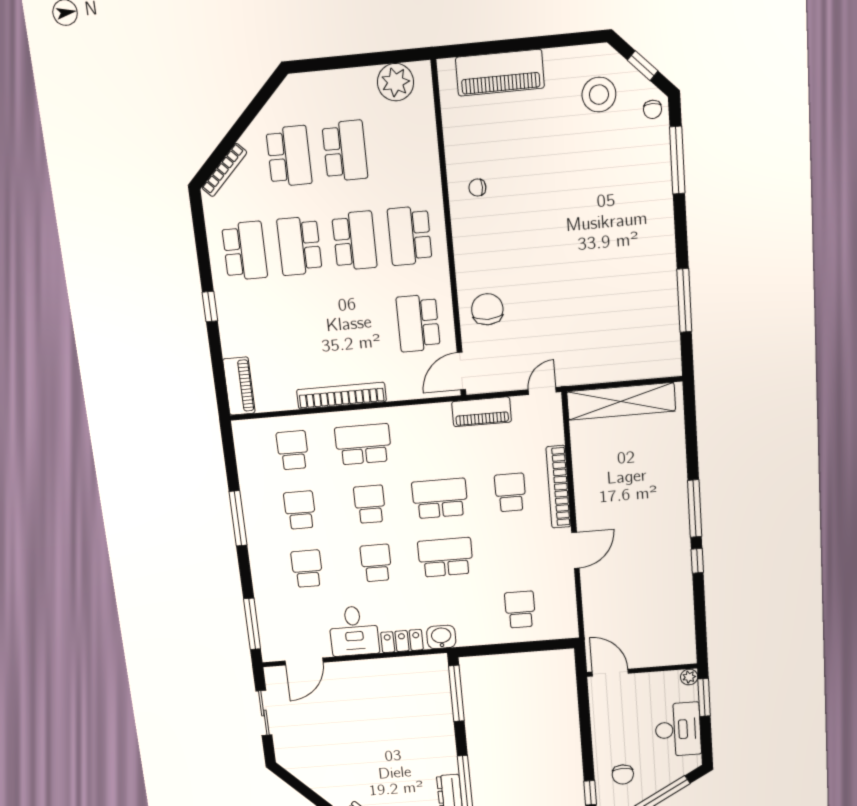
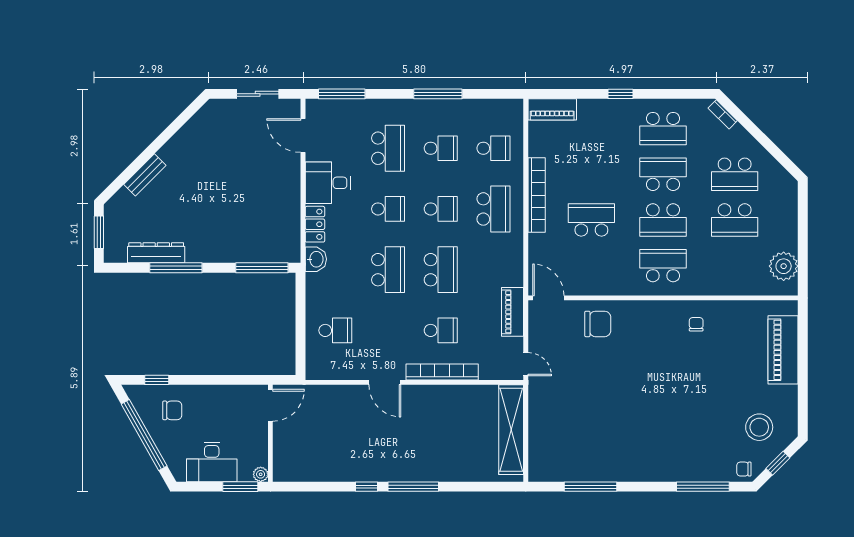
bookcase: (224, 170) -> (723, 114), width x0.64
school desk: (418, 323) -> (591, 220), moved
school desk: (307, 569) -> (388, 148), width x1.85
chair: (623, 775) -> (172, 410), turned 180

